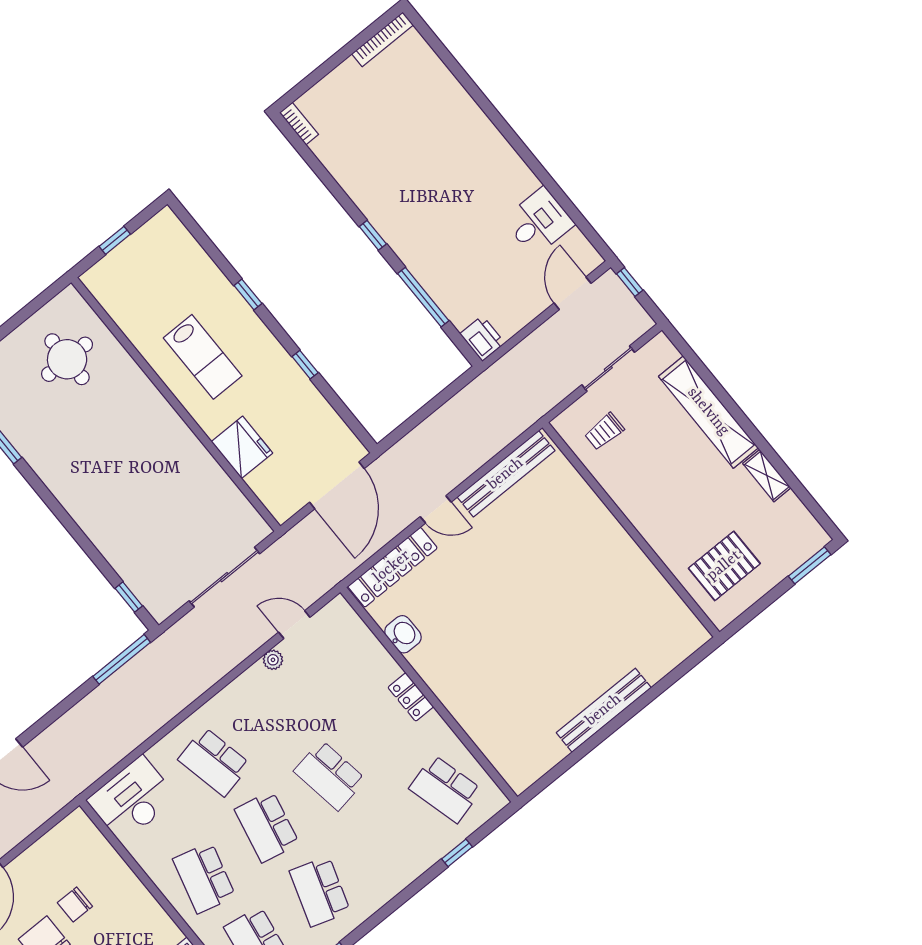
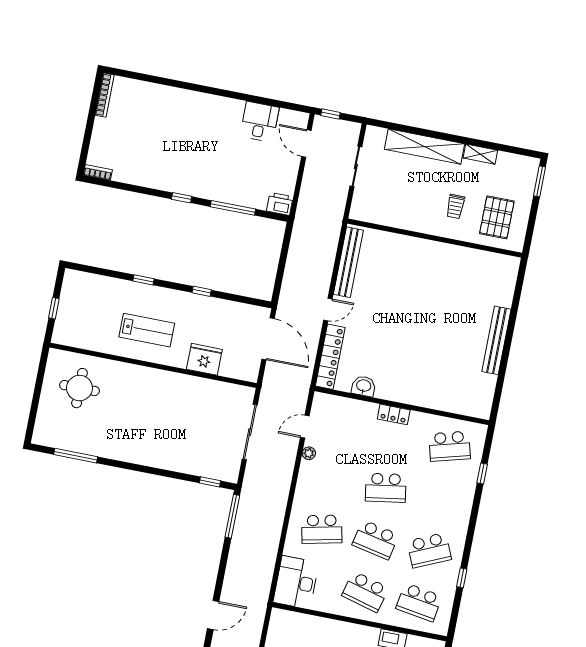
trolley: (604, 432) -> (455, 206), moved
school desk: (320, 891) -> (429, 550), turned -42

